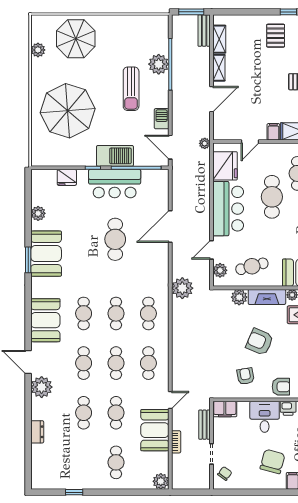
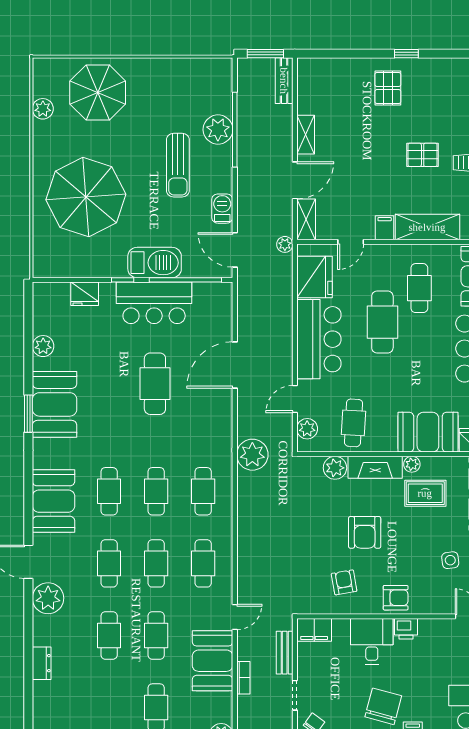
shelving: (219, 39) -> (306, 219), moved
cafe table: (252, 266) -> (353, 423), turned -72
armchair: (260, 342) -> (365, 532), turned -113

